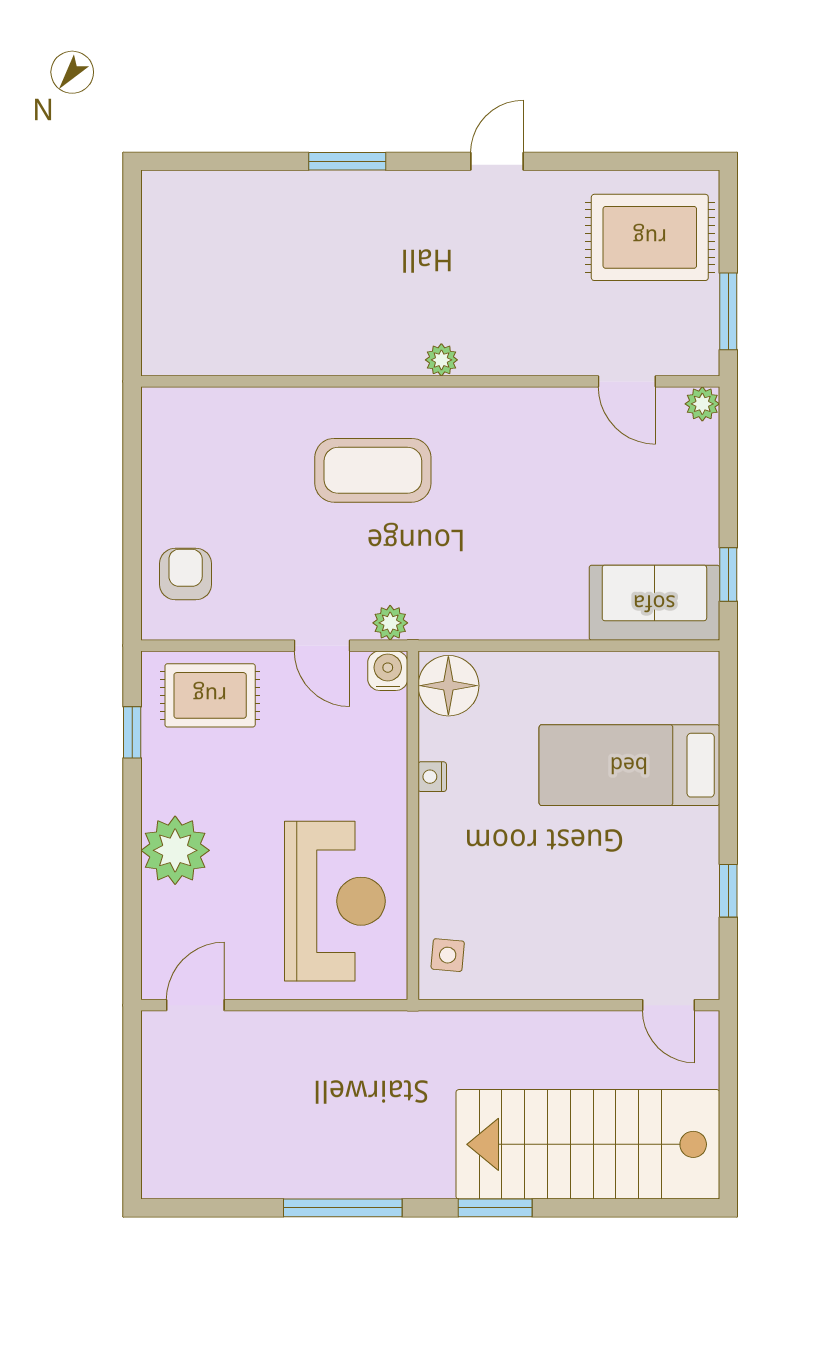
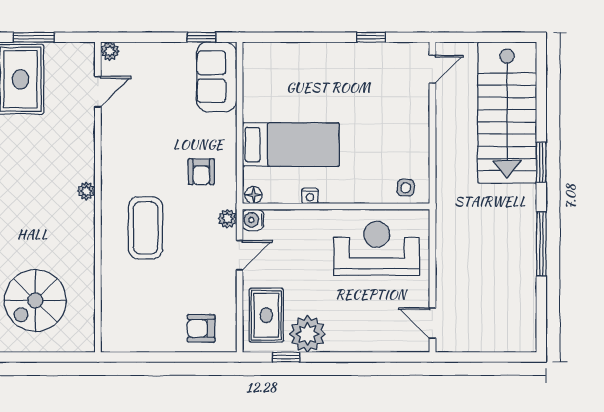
spiral stairs: (238, 265) -> (35, 300), added
window: (728, 311) -> (34, 37), moved
armchair: (478, 574) -> (201, 172), added
floor lamp: (448, 686) -> (253, 195), width x0.53, depth x0.53
bed: (629, 765) -> (291, 145), moved, turned -90
plant: (175, 850) -> (308, 334), moved

